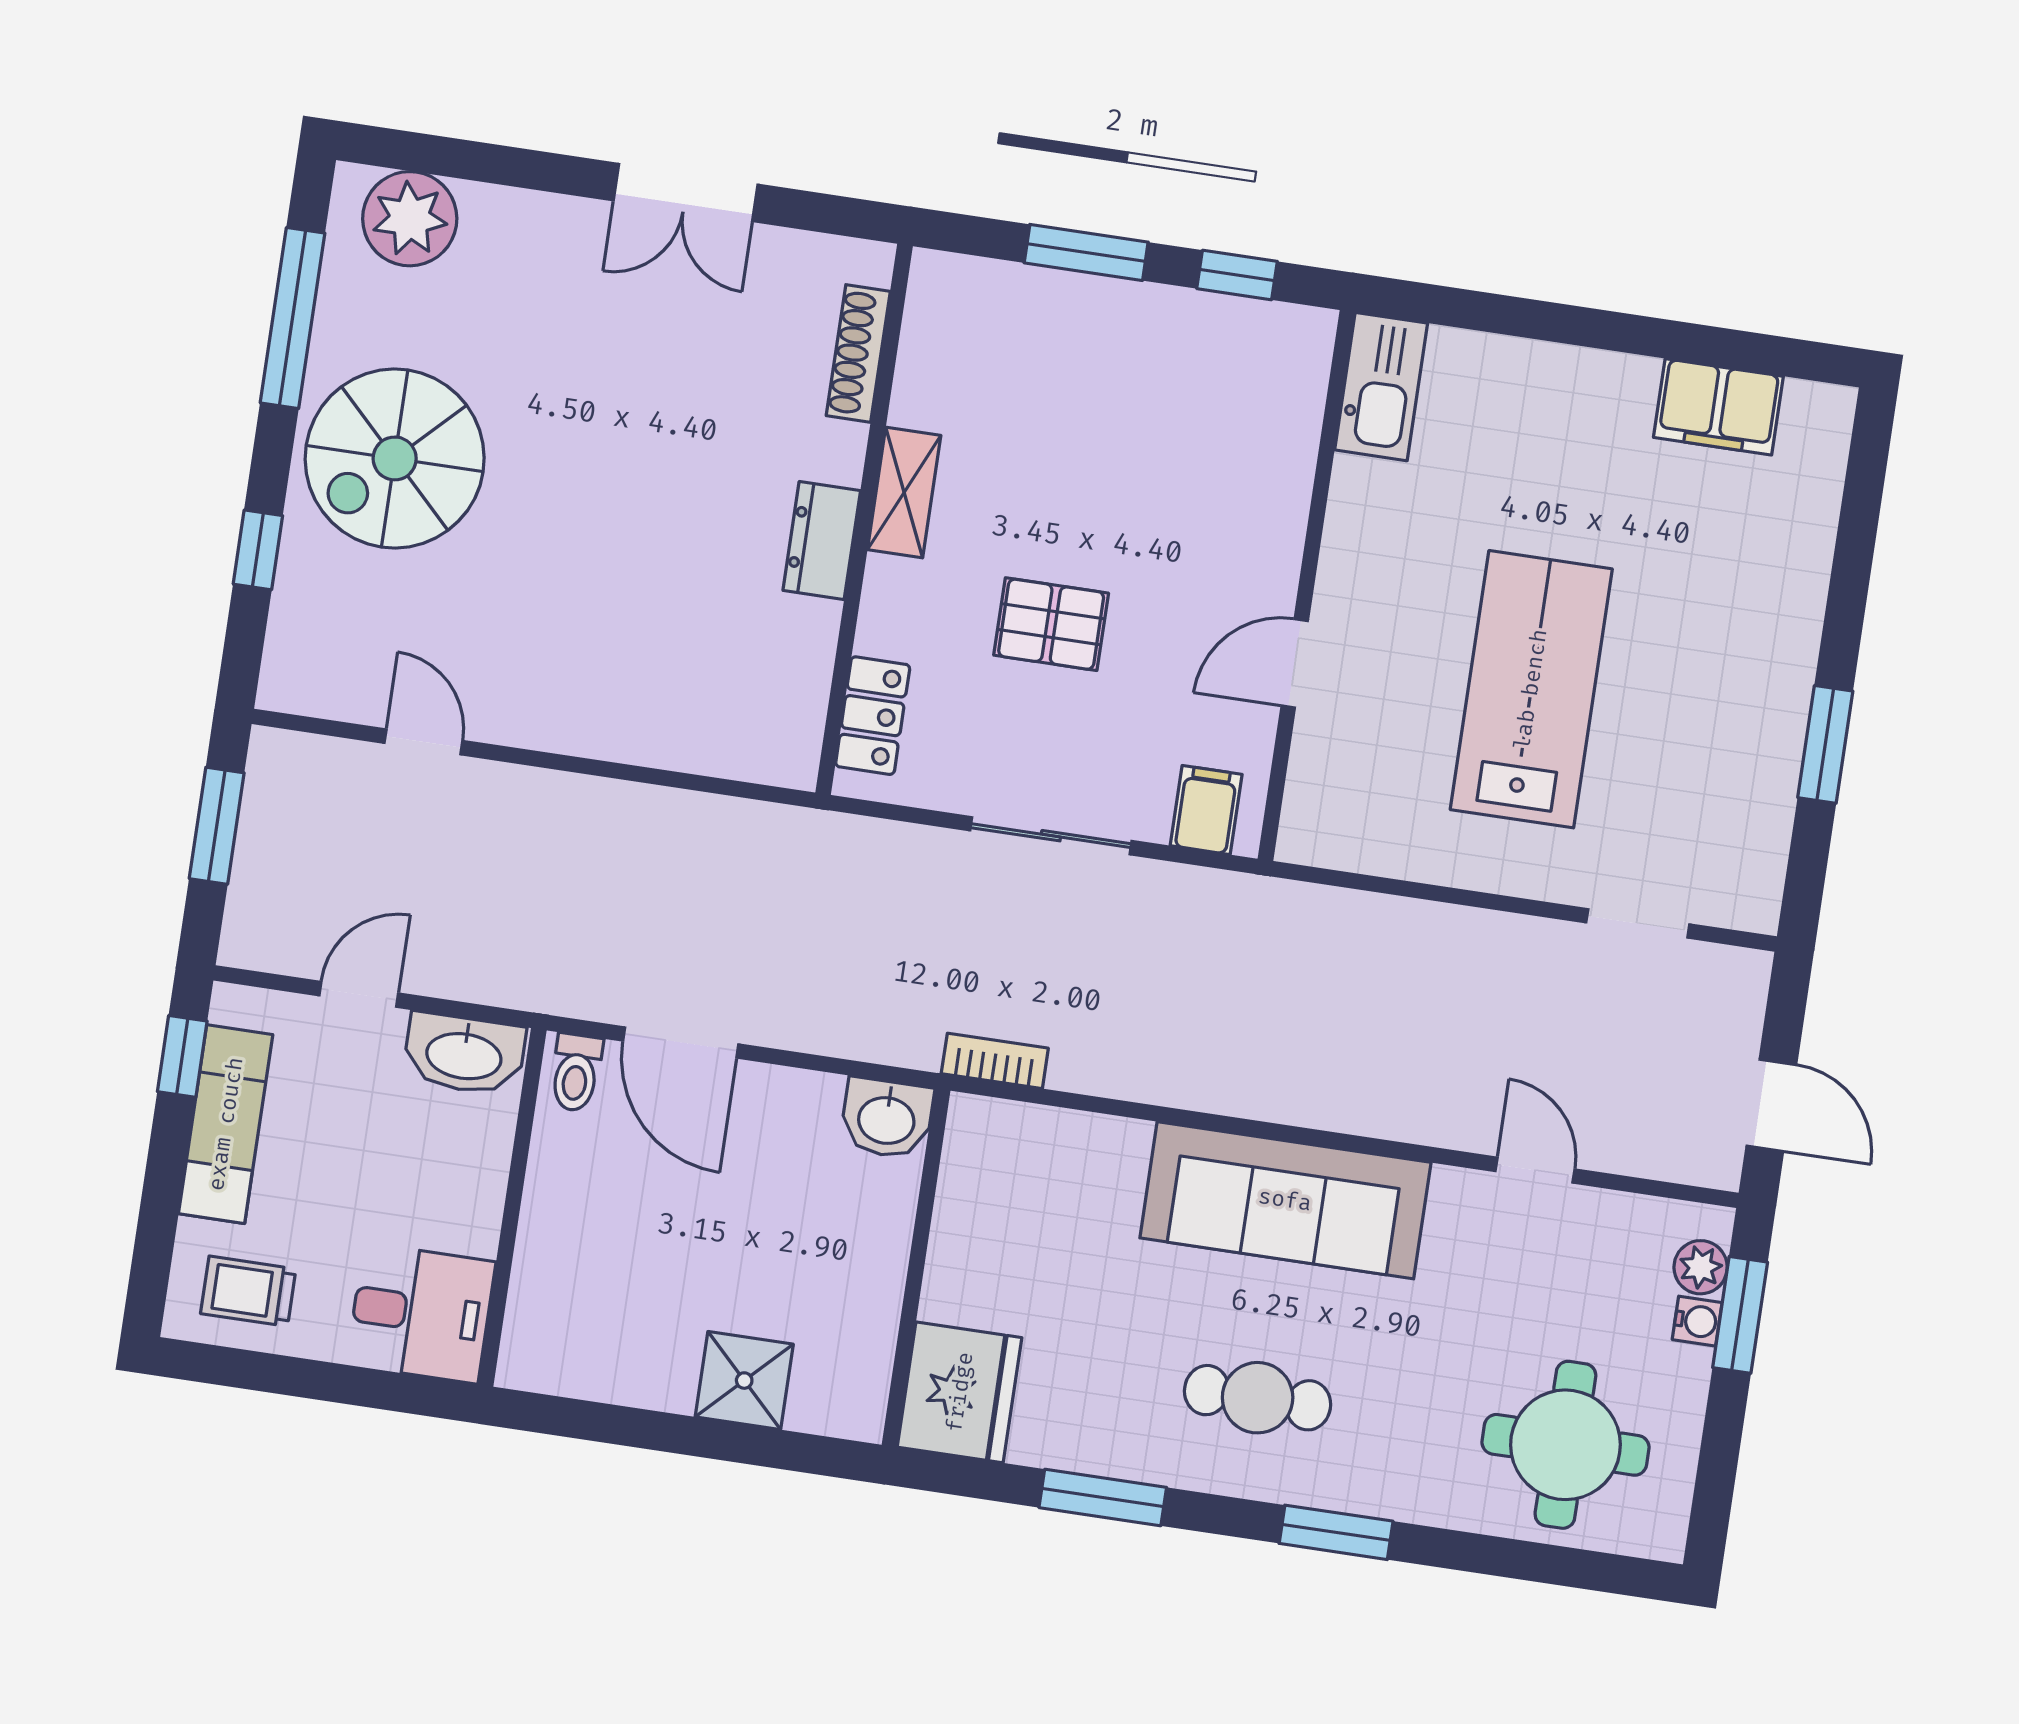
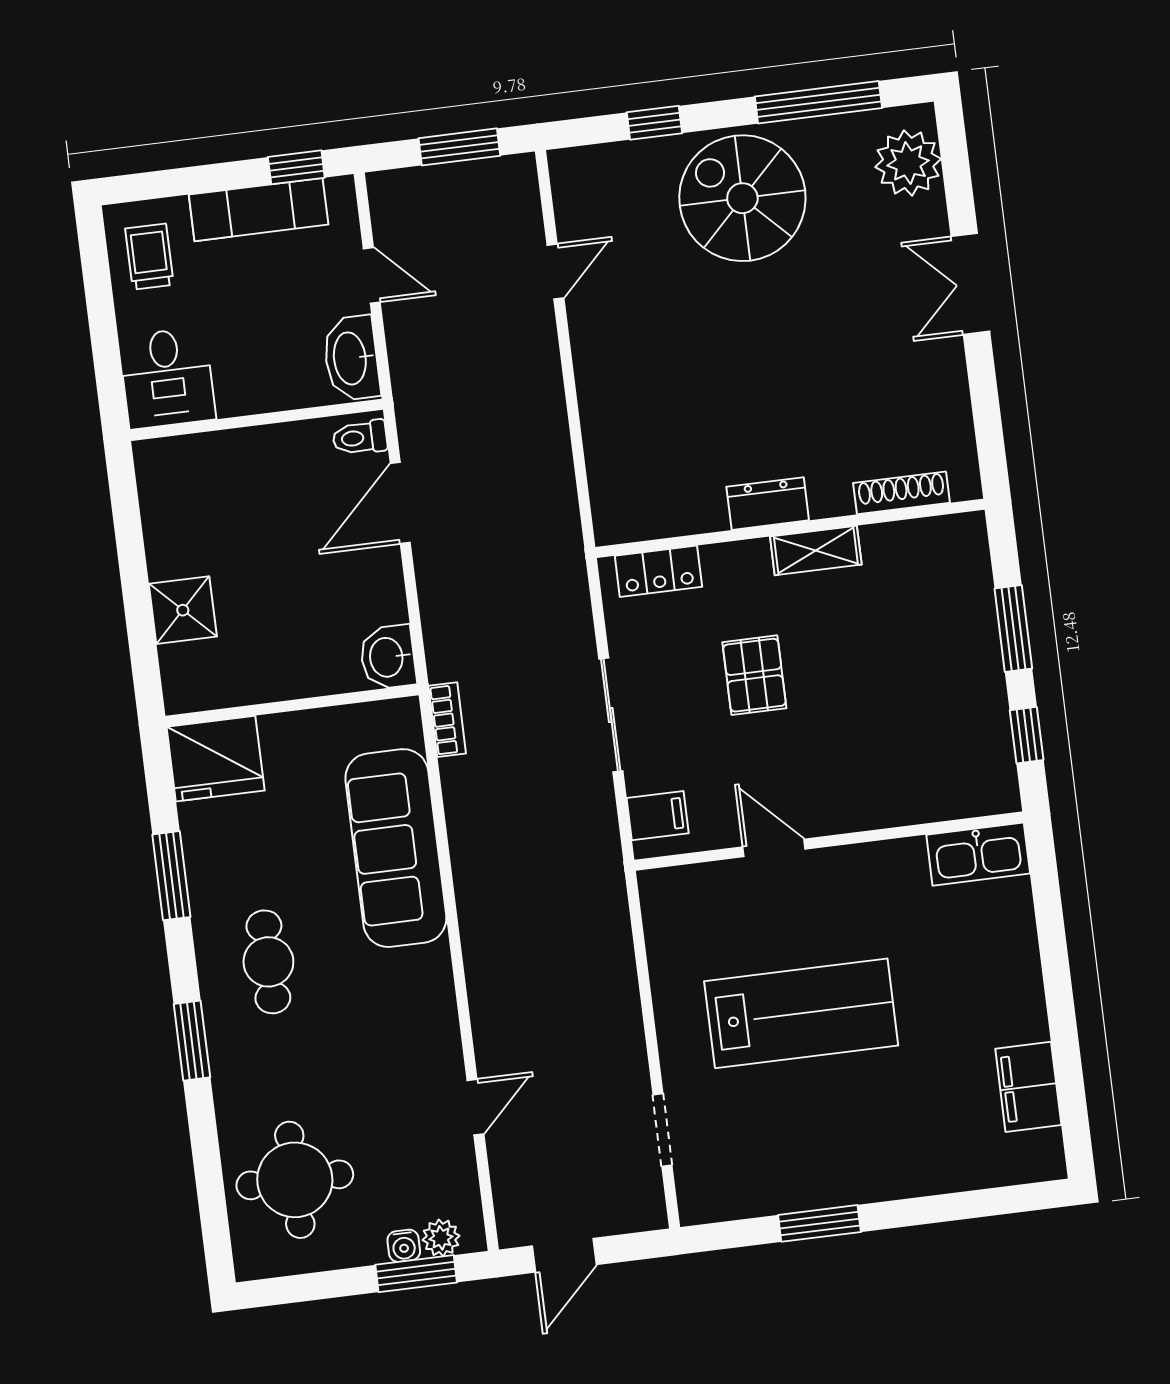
double door: (686, 193) -> (970, 284), moved
sofa: (1285, 1200) -> (396, 848), moved

